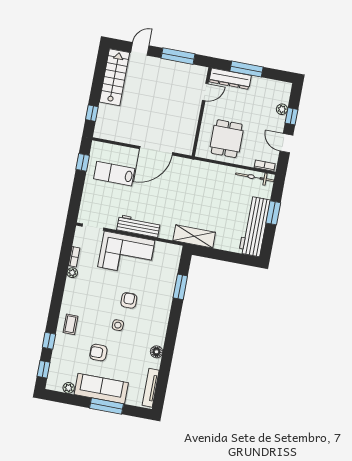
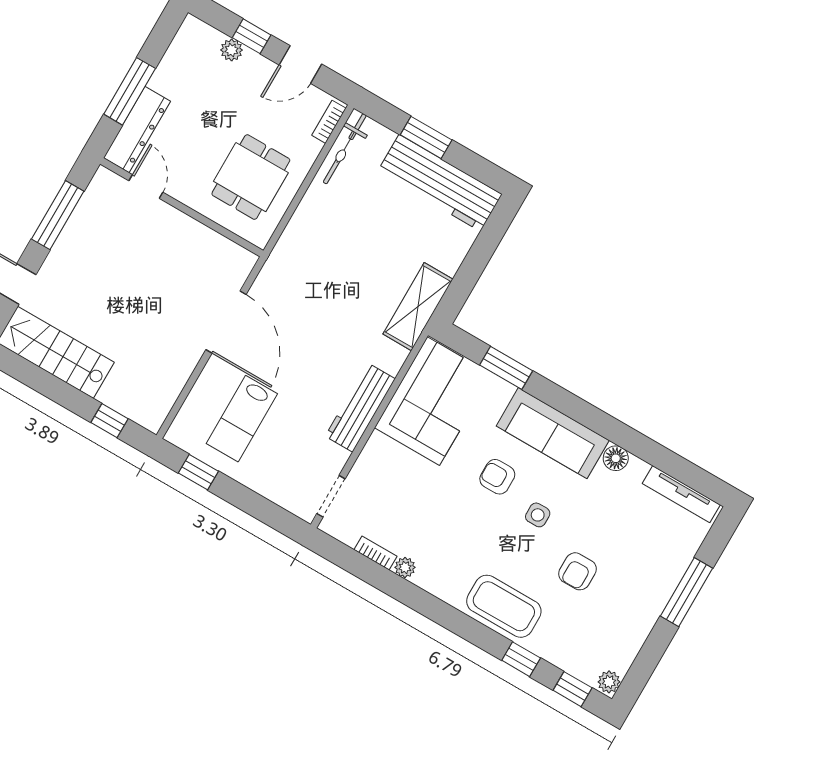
dining table: (227, 139) -> (251, 177), turned 90
corner sofa: (126, 254) -> (433, 401), moved
coffee table: (70, 324) -> (504, 606), width x1.86, depth x1.72
plant: (69, 388) -> (609, 682), moved
sofa: (101, 389) -> (553, 433), moved, turned -90

